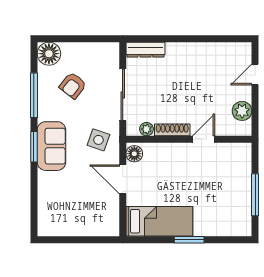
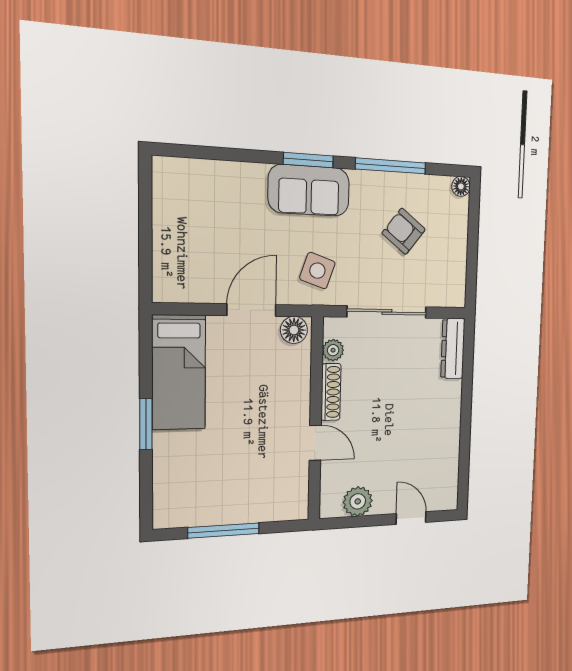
floor lamp: (49, 54) -> (461, 186), width x0.53, depth x0.53

